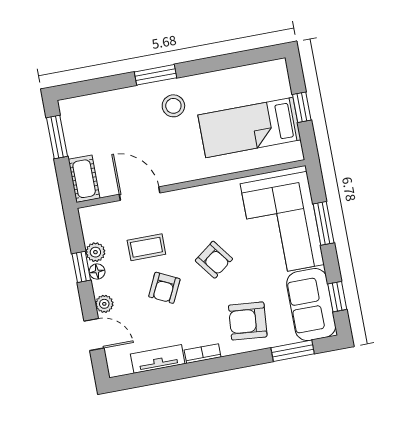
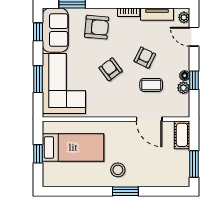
plant: (104, 304) -> (184, 17), moved

